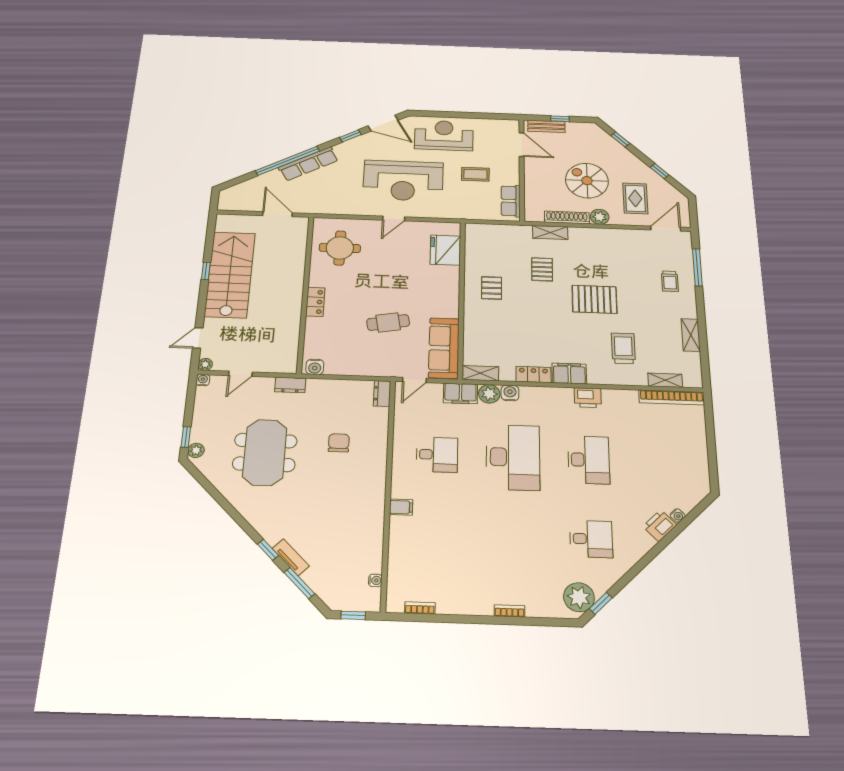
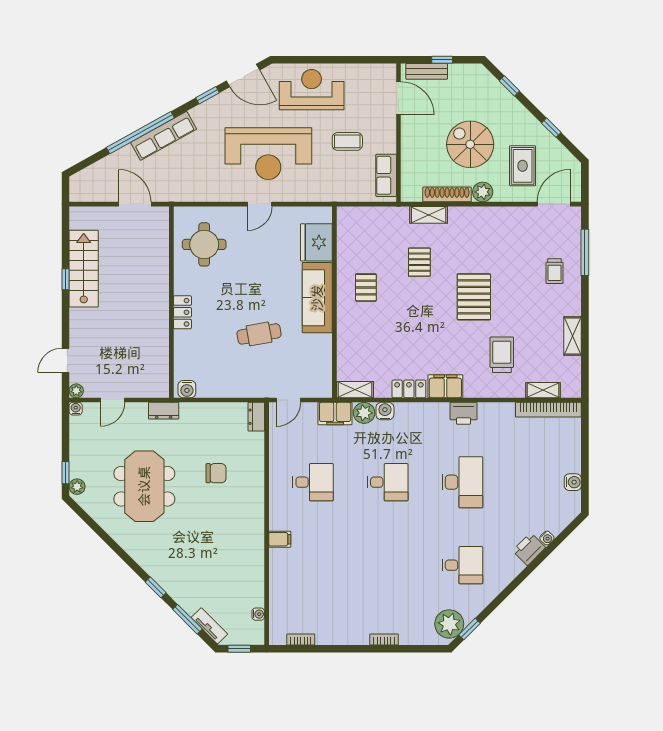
stairs: (230, 275) -> (84, 269), width x0.73, depth x0.66
pallet: (594, 299) -> (474, 297), turned 90
sofa: (444, 348) -> (317, 298), moved
chair: (339, 443) -> (216, 473), turned 90
desk: (513, 457) -> (388, 482), width x0.53, depth x0.77
water cooler: (700, 464) -> (573, 482), added
tv unit: (291, 557) -> (209, 626), moved

